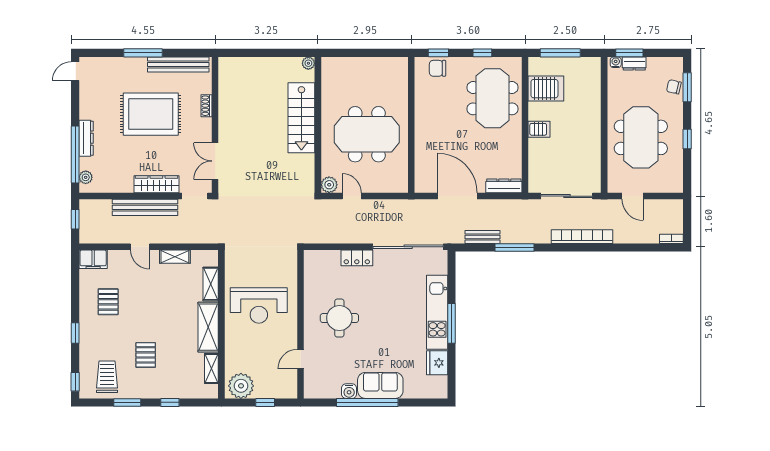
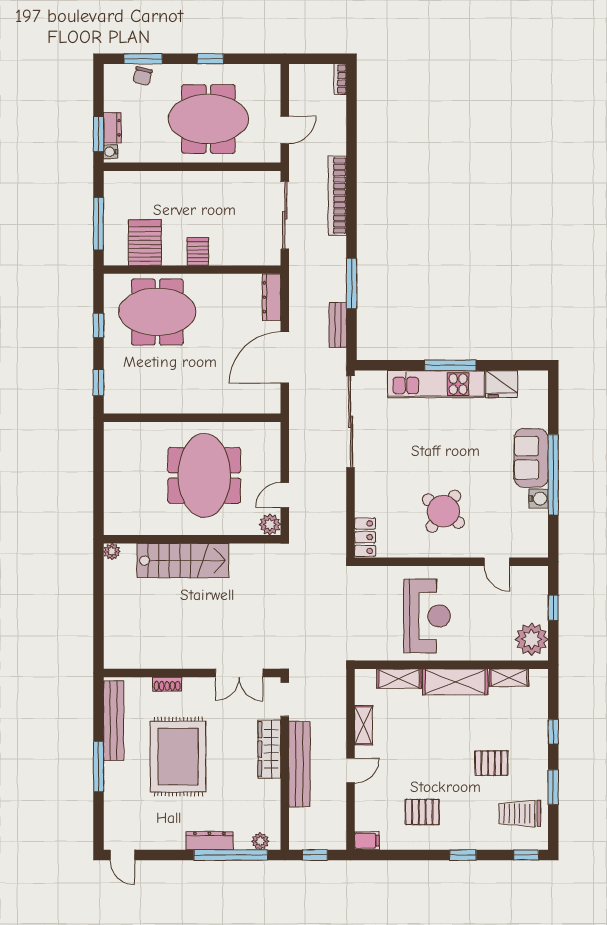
chair: (438, 68) -> (118, 383), removed
locker: (357, 258) -> (365, 537), moved
filing cabinet: (93, 259) -> (367, 841), width x0.50
round table: (339, 318) -> (443, 511), turned 37

